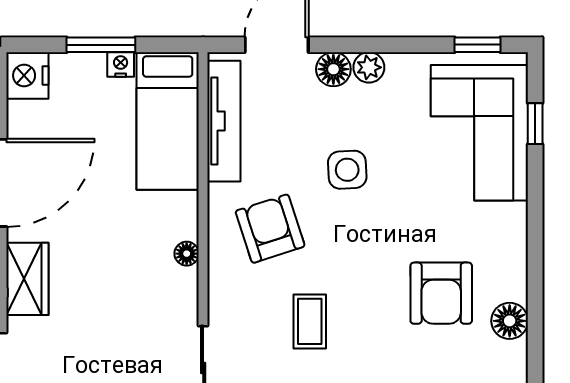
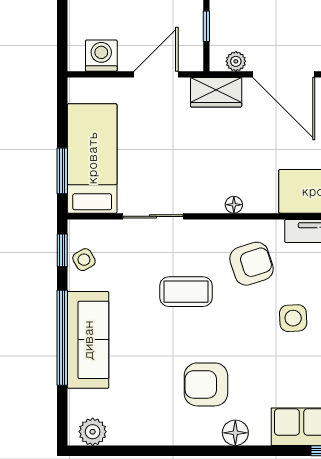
coffee table: (310, 321) -> (186, 292), width x1.36, depth x1.30
floor lamp: (510, 321) -> (235, 433), moved

